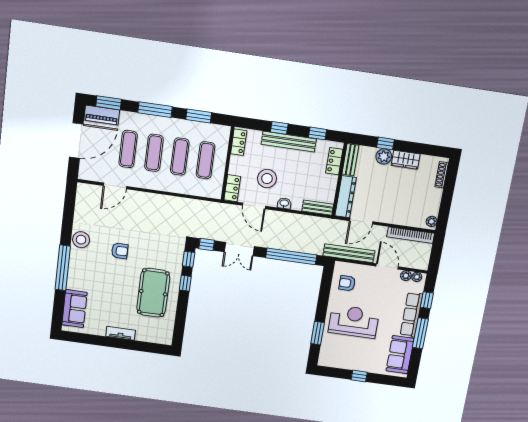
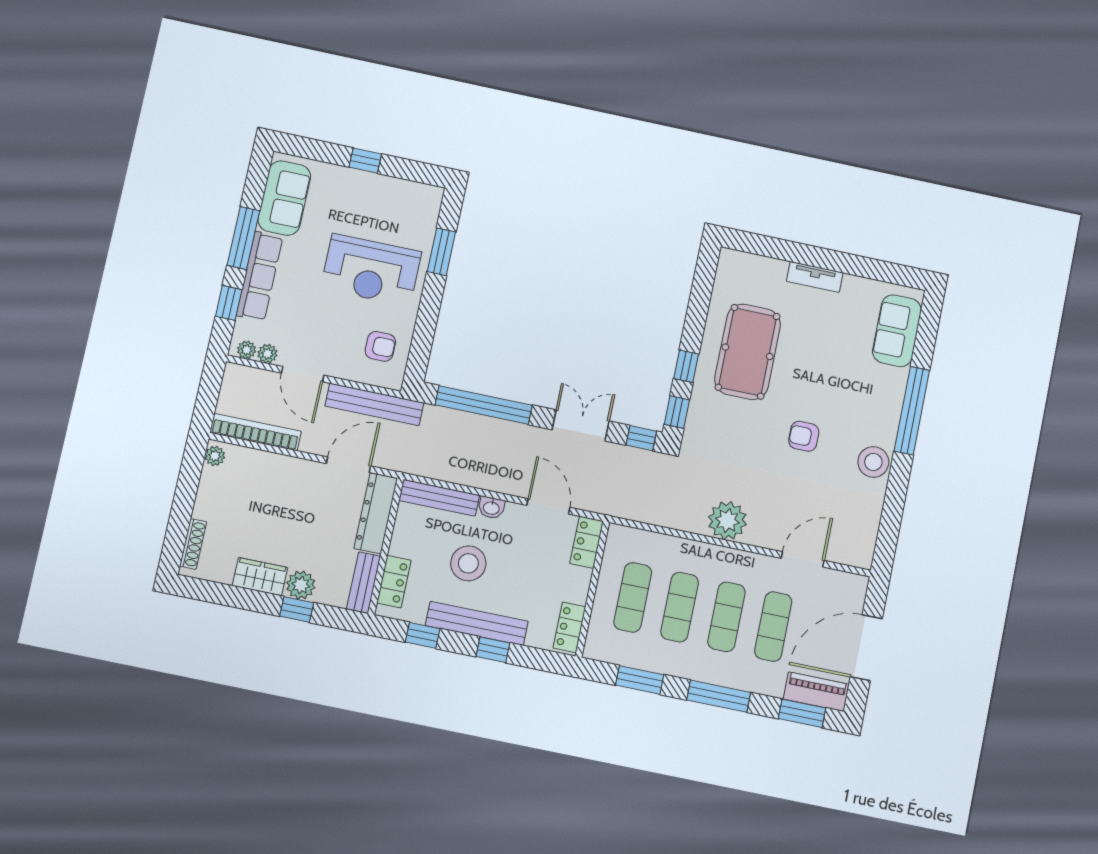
stool: (267, 179) -> (468, 563), moved
plant: (157, 204) -> (727, 521), added
bench: (318, 208) -> (439, 498), width x1.36

